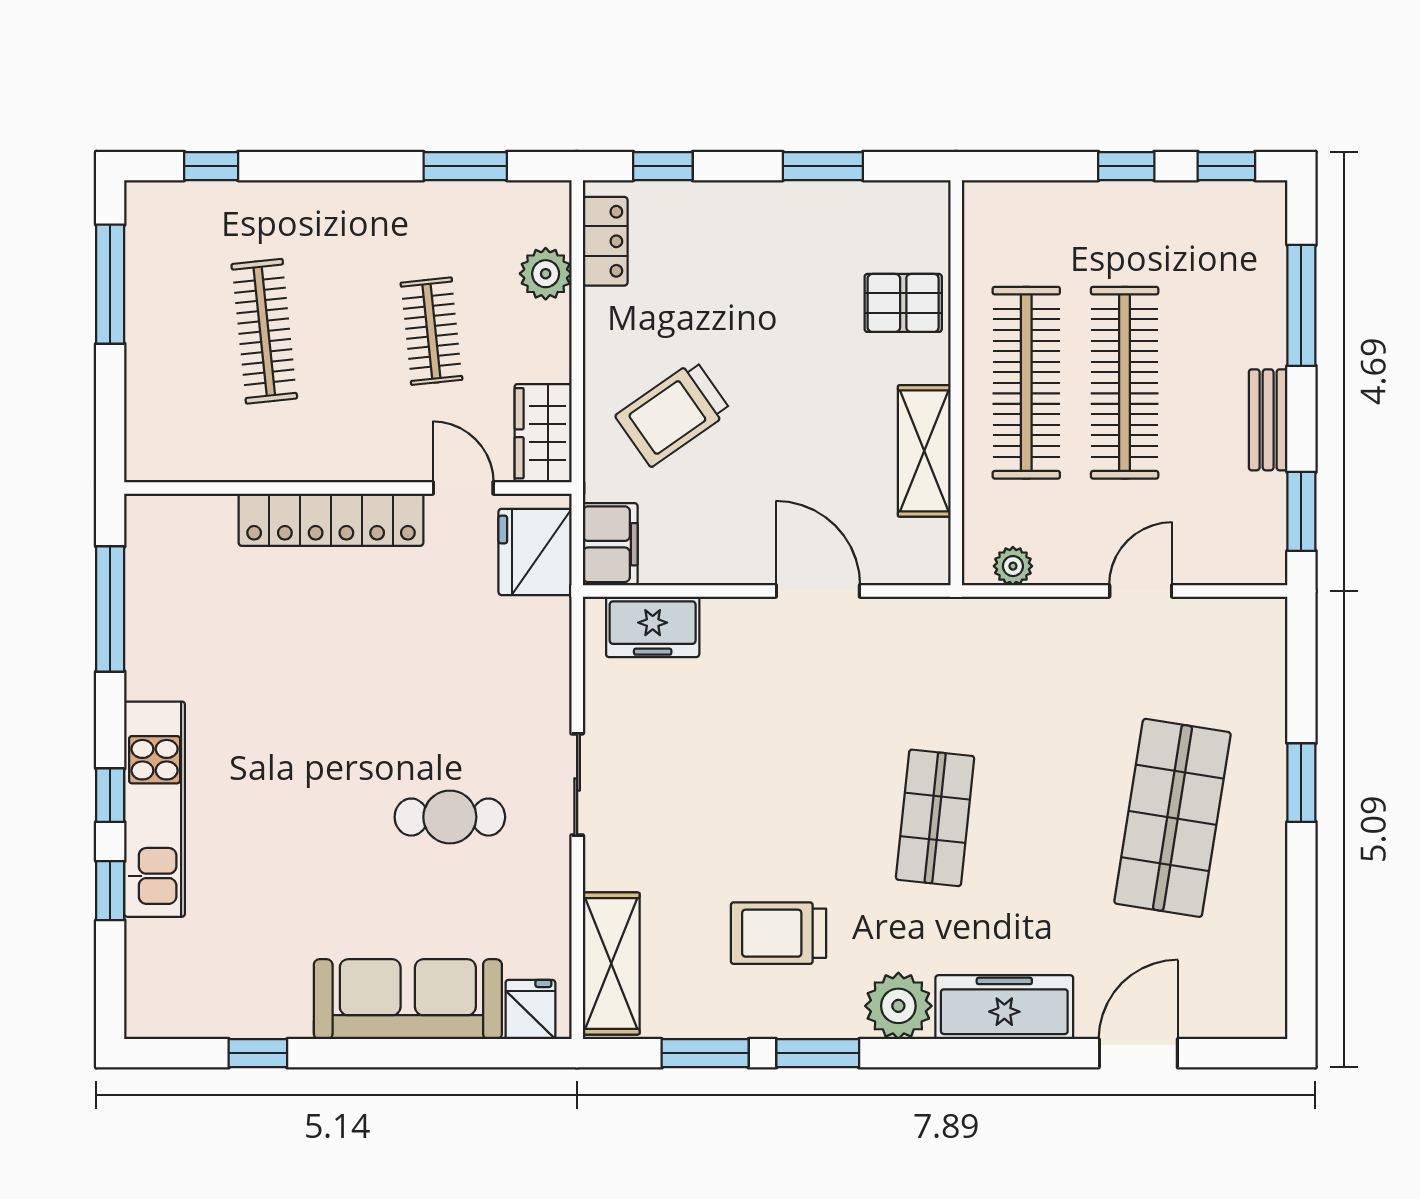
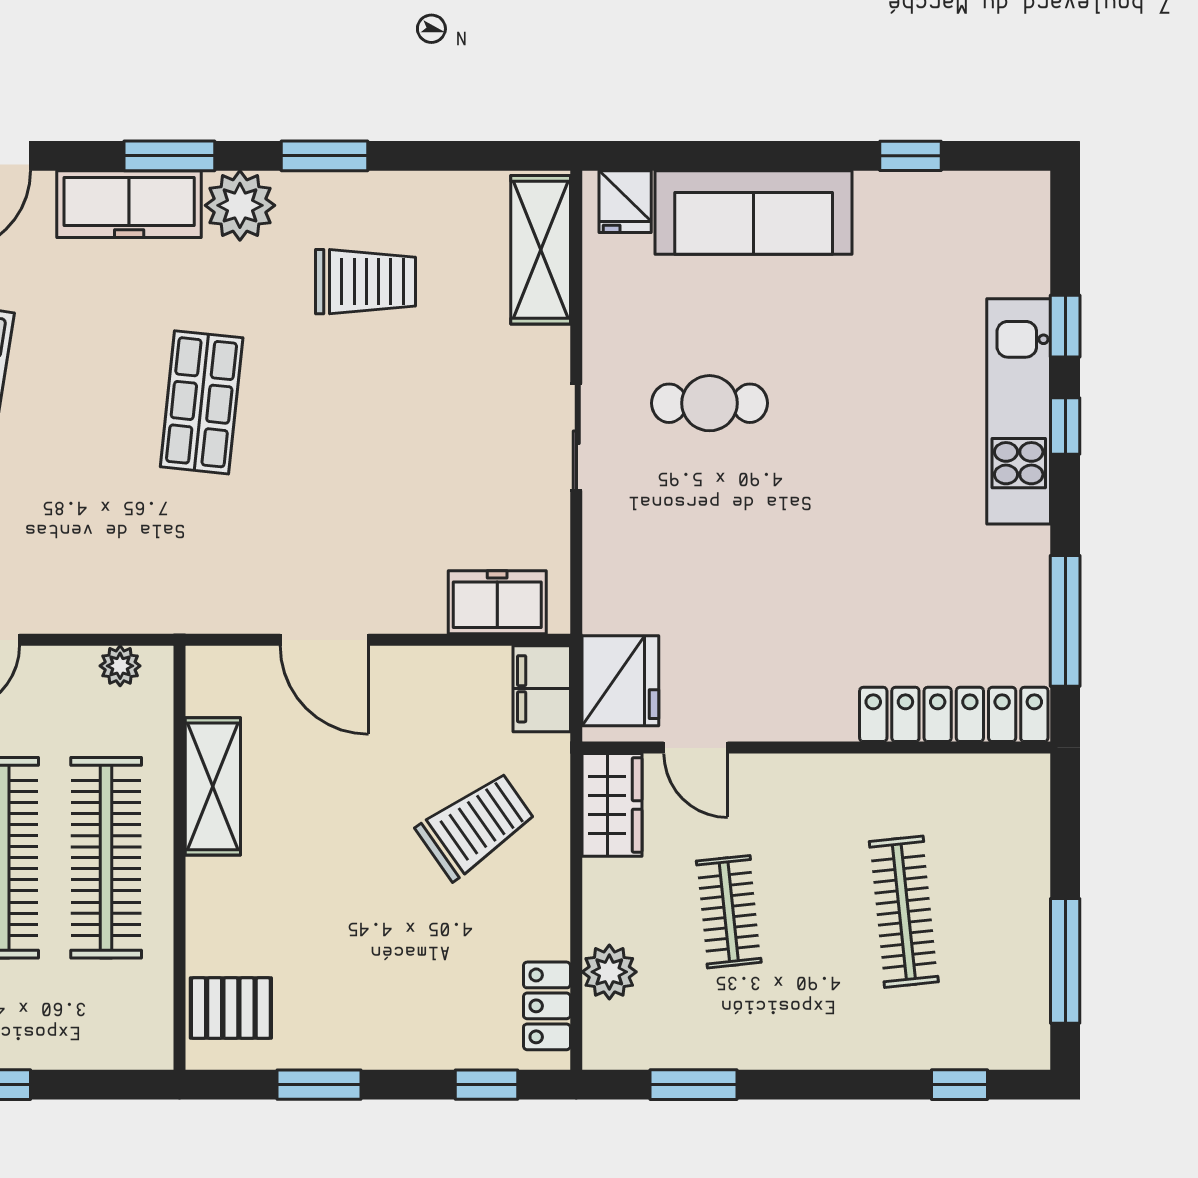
pallet: (903, 303) -> (231, 1008), moved
locker: (331, 520) -> (954, 714), moved
window: (705, 1053) -> (169, 156), moved

